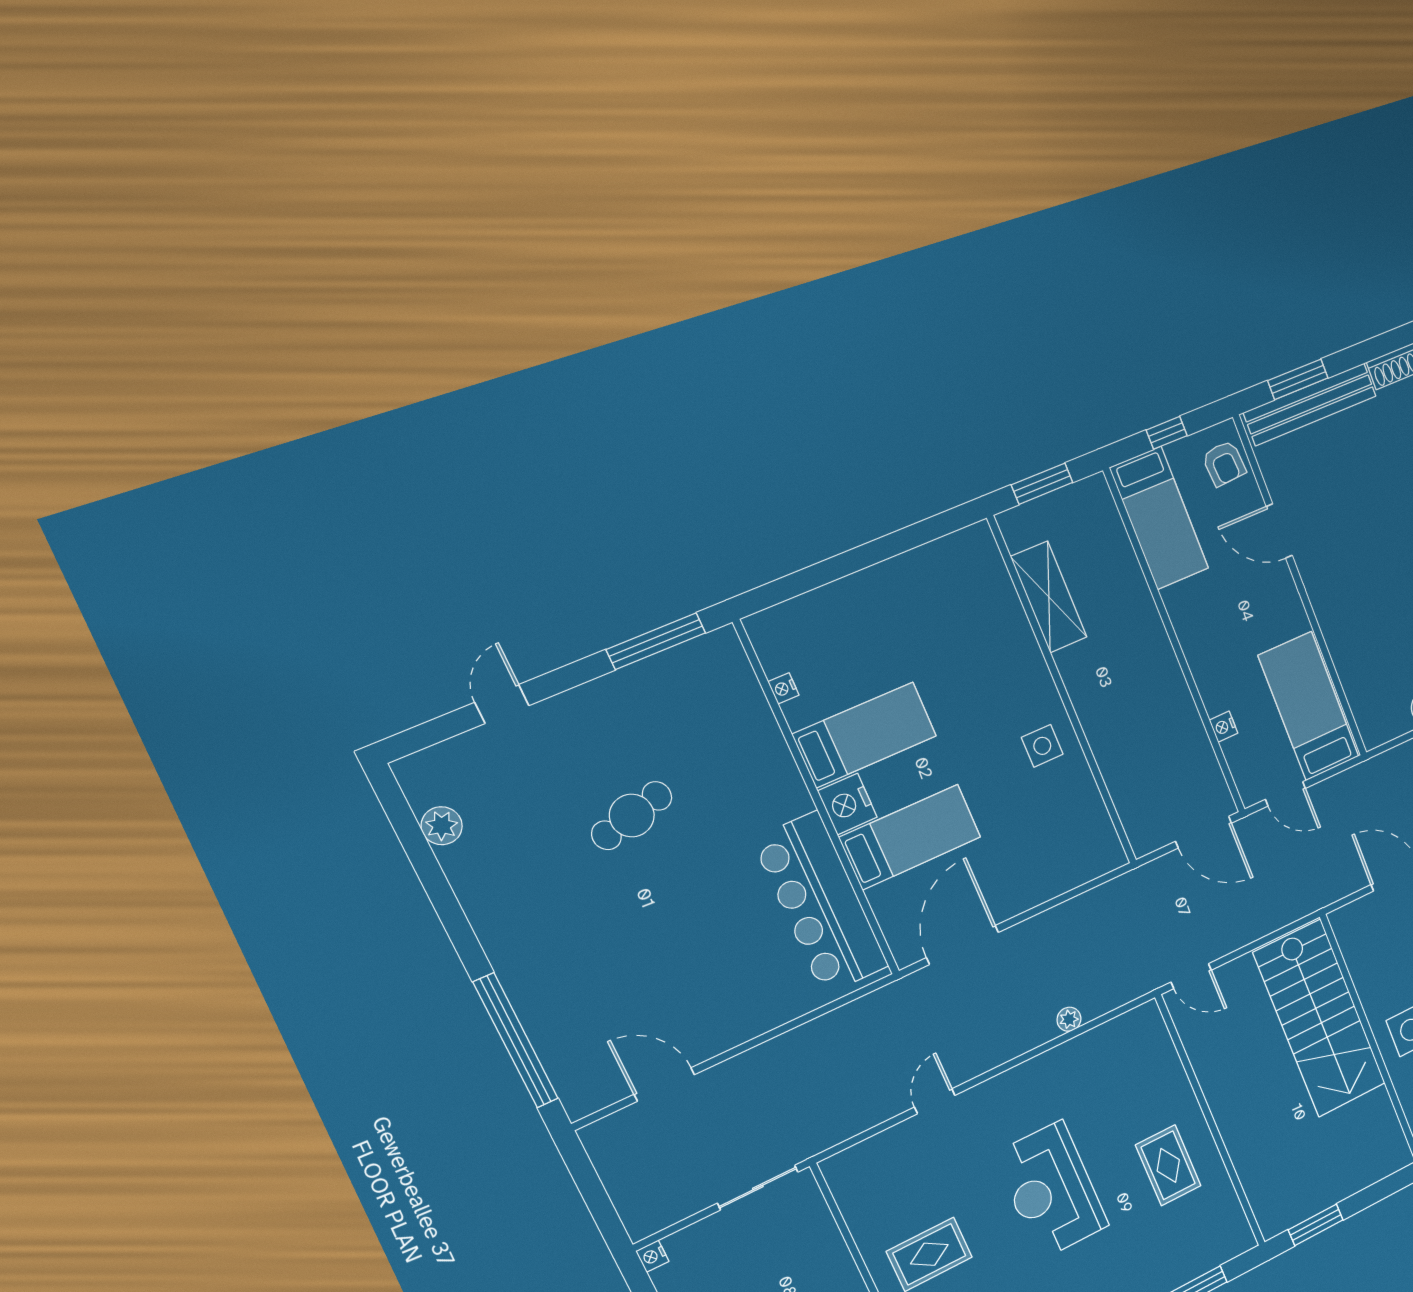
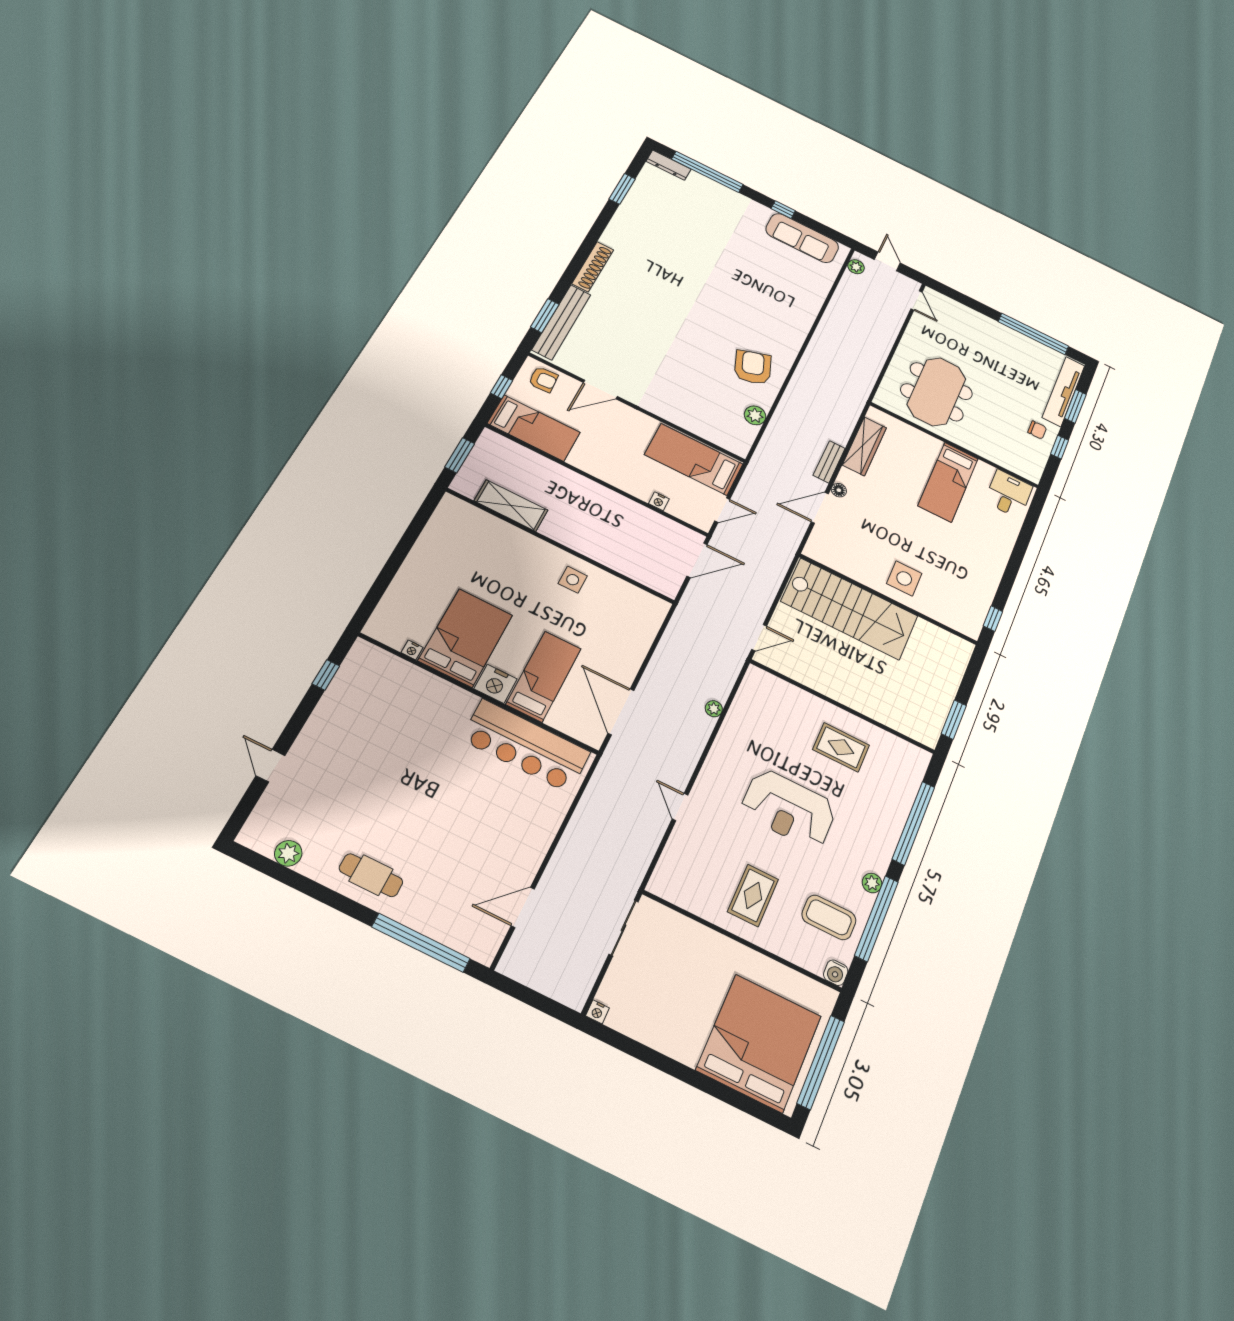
window: (656, 641) -> (326, 675), width x0.46
bed: (865, 735) -> (466, 638), width x1.50
cafe table: (632, 816) -> (371, 875), moved, turned -75

